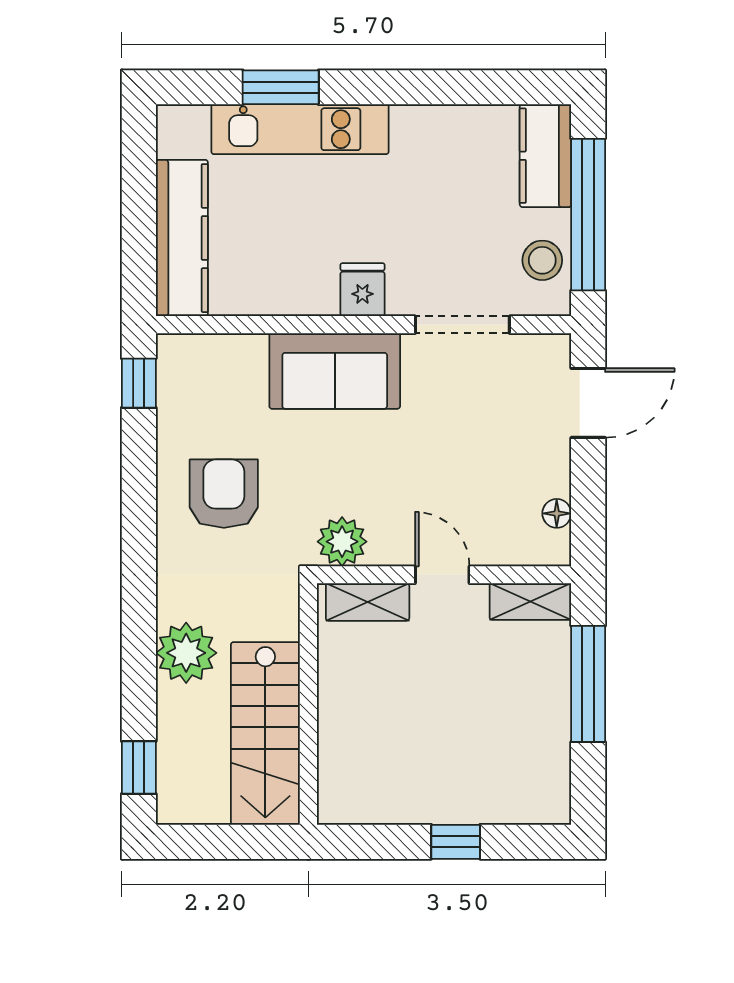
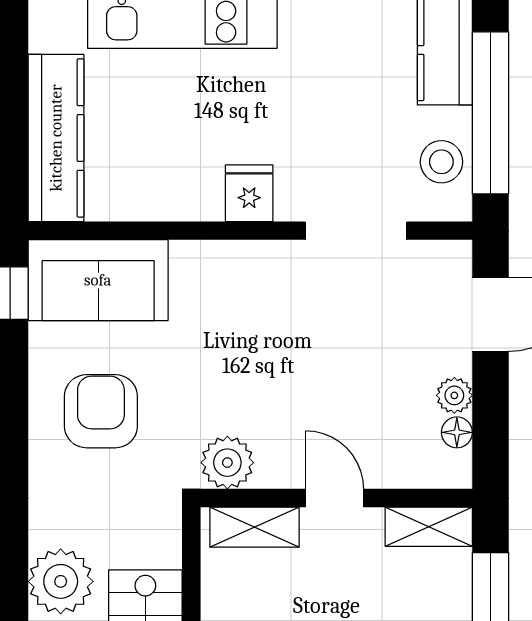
sofa: (335, 371) -> (98, 280), moved
plant: (554, 479) -> (454, 395), added

